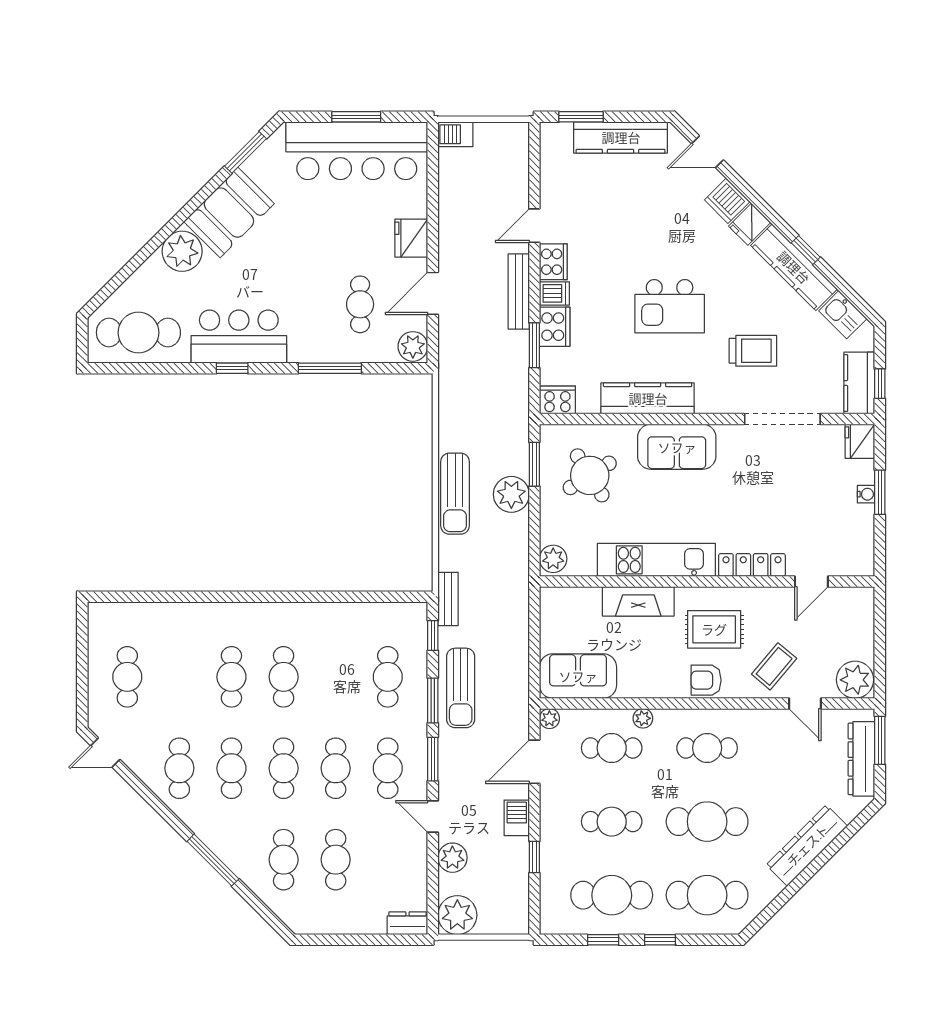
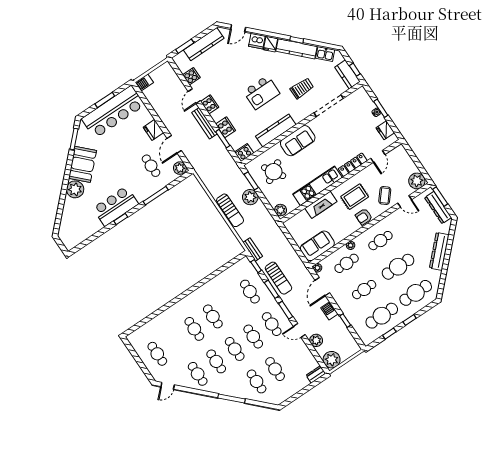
cooker: (555, 184) -> (191, 76), added
dishwasher: (554, 293) -> (218, 115), removed
cafe table: (138, 333) -> (79, 229), removed
fridge: (860, 441) -> (385, 130), moved

